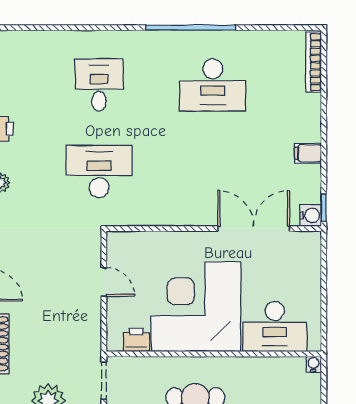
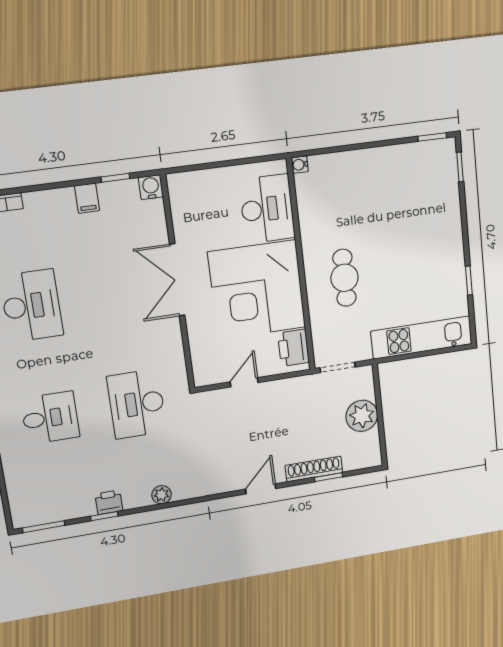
desk: (99, 85) -> (50, 418), turned 180
window: (324, 208) -> (115, 178), moved
double door: (254, 229) -> (177, 280), moved
printer: (136, 340) -> (293, 348), width x1.36, depth x1.24

